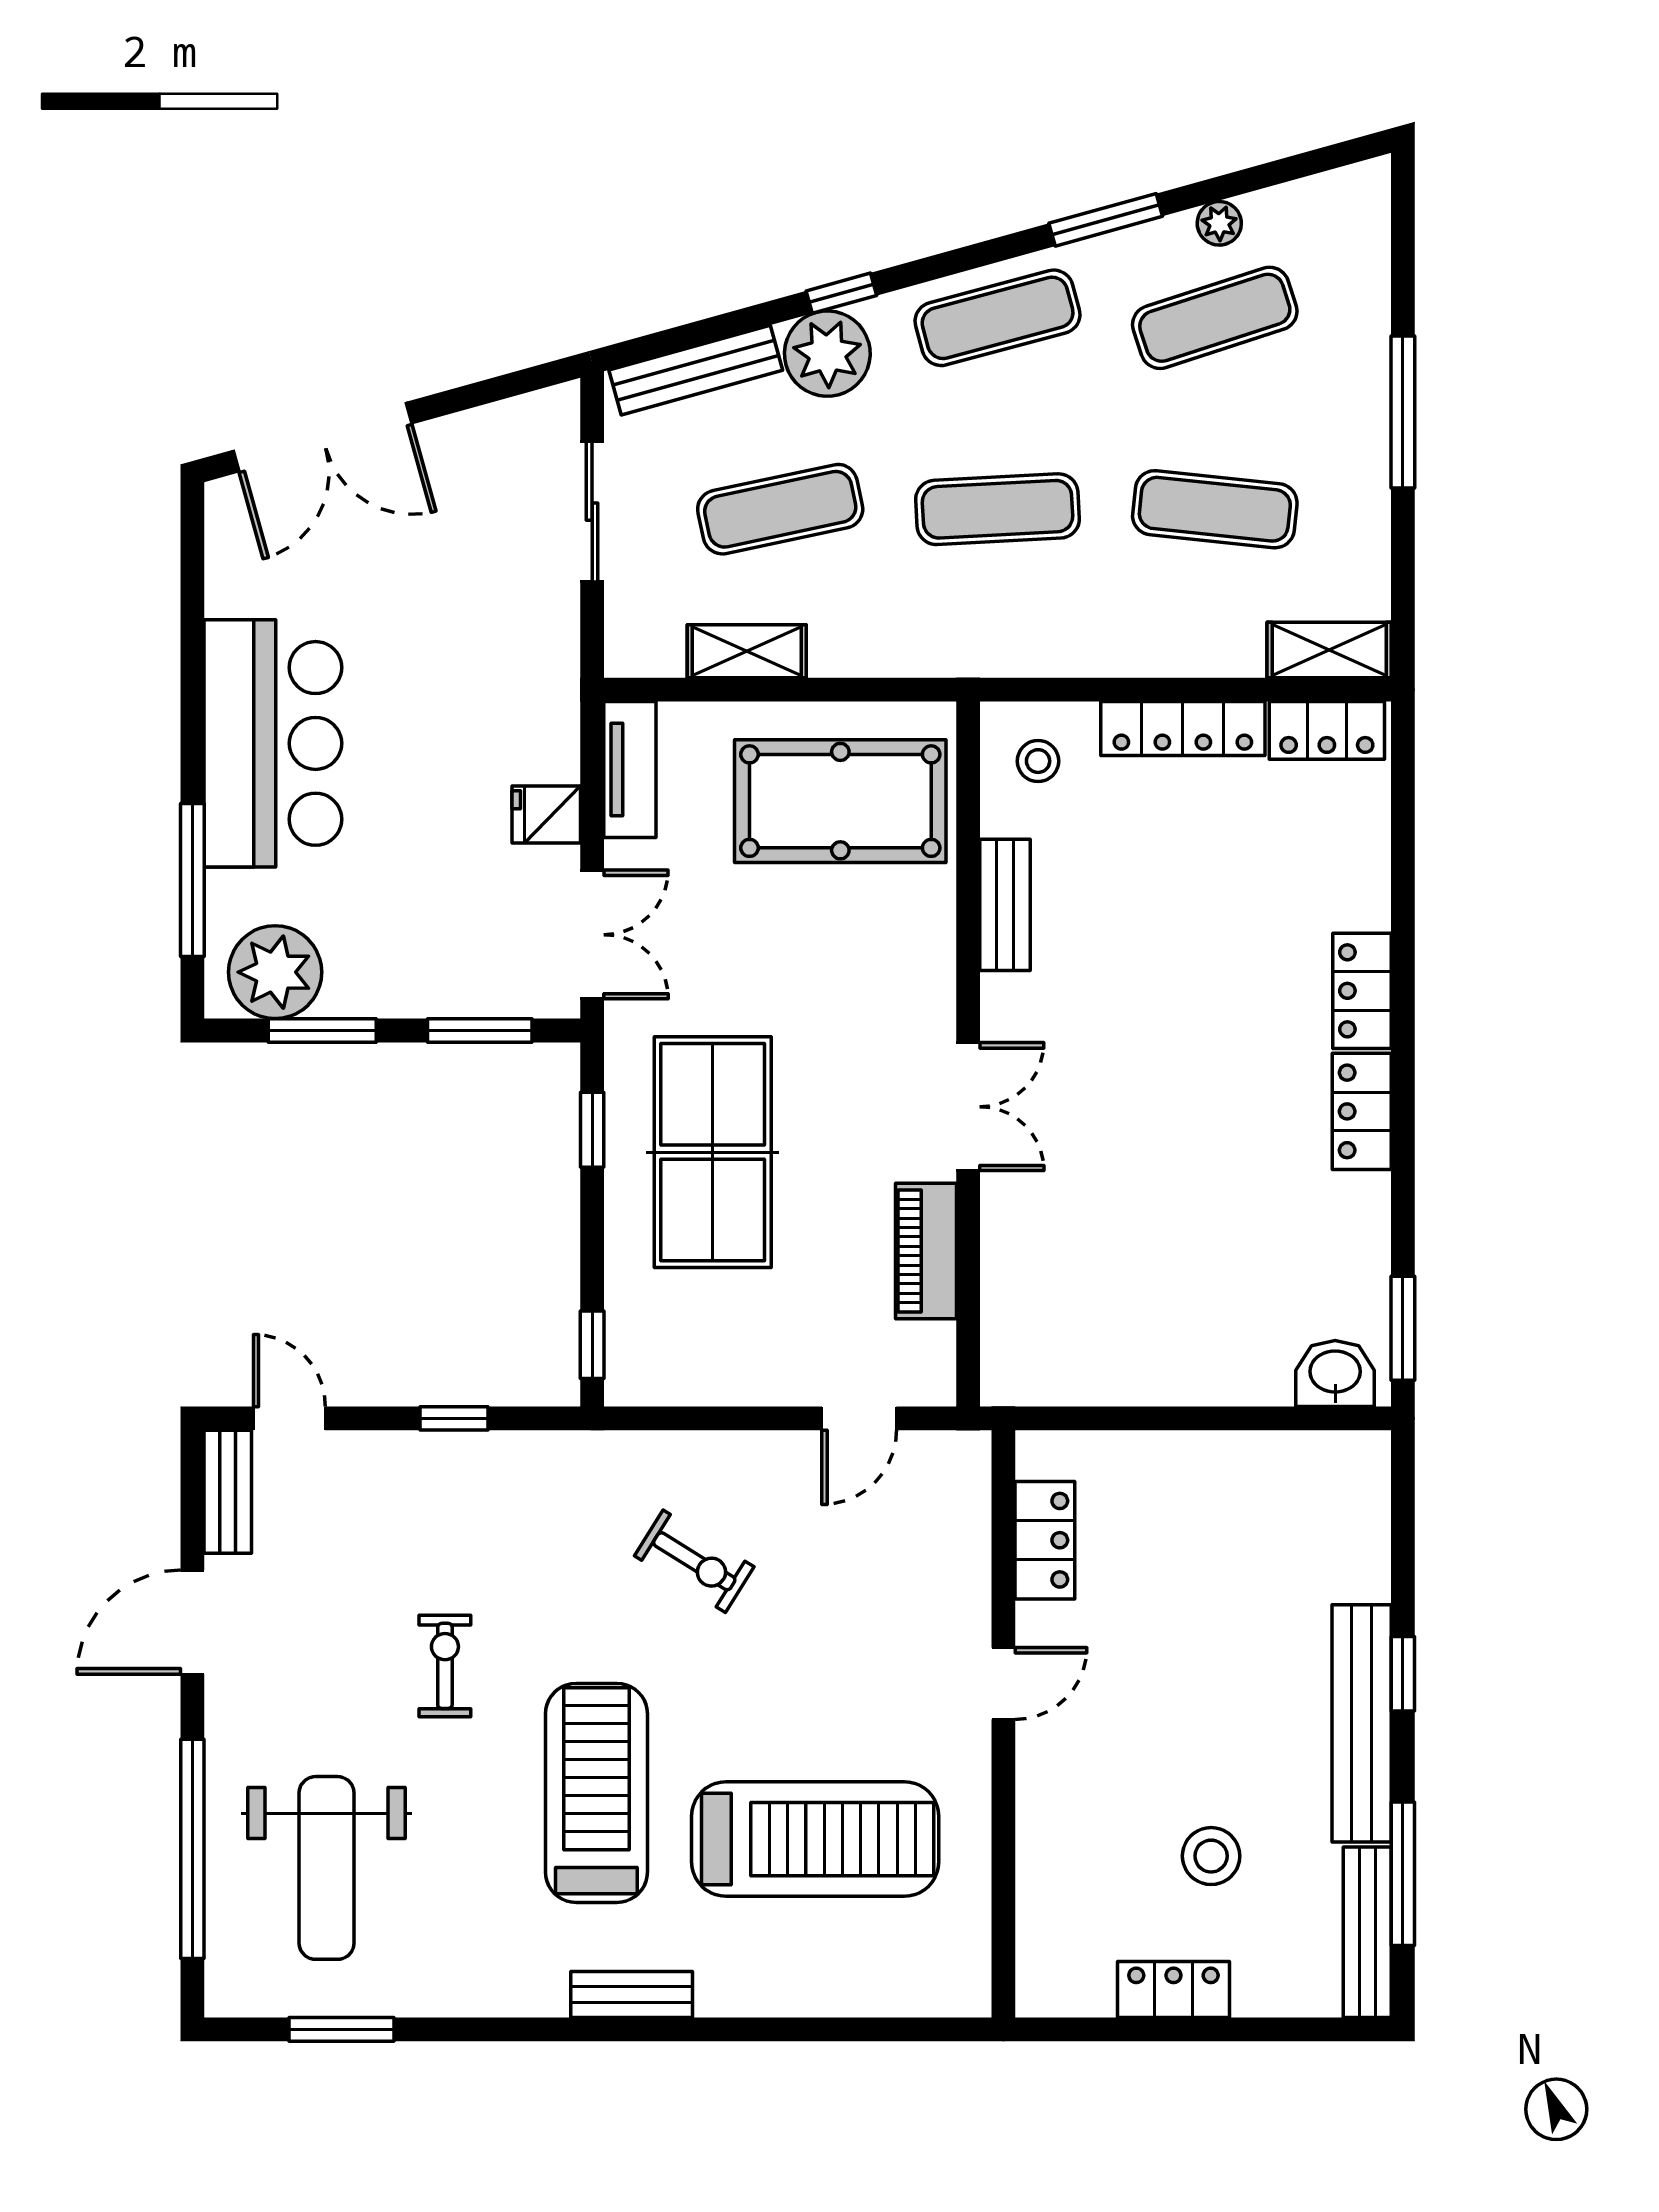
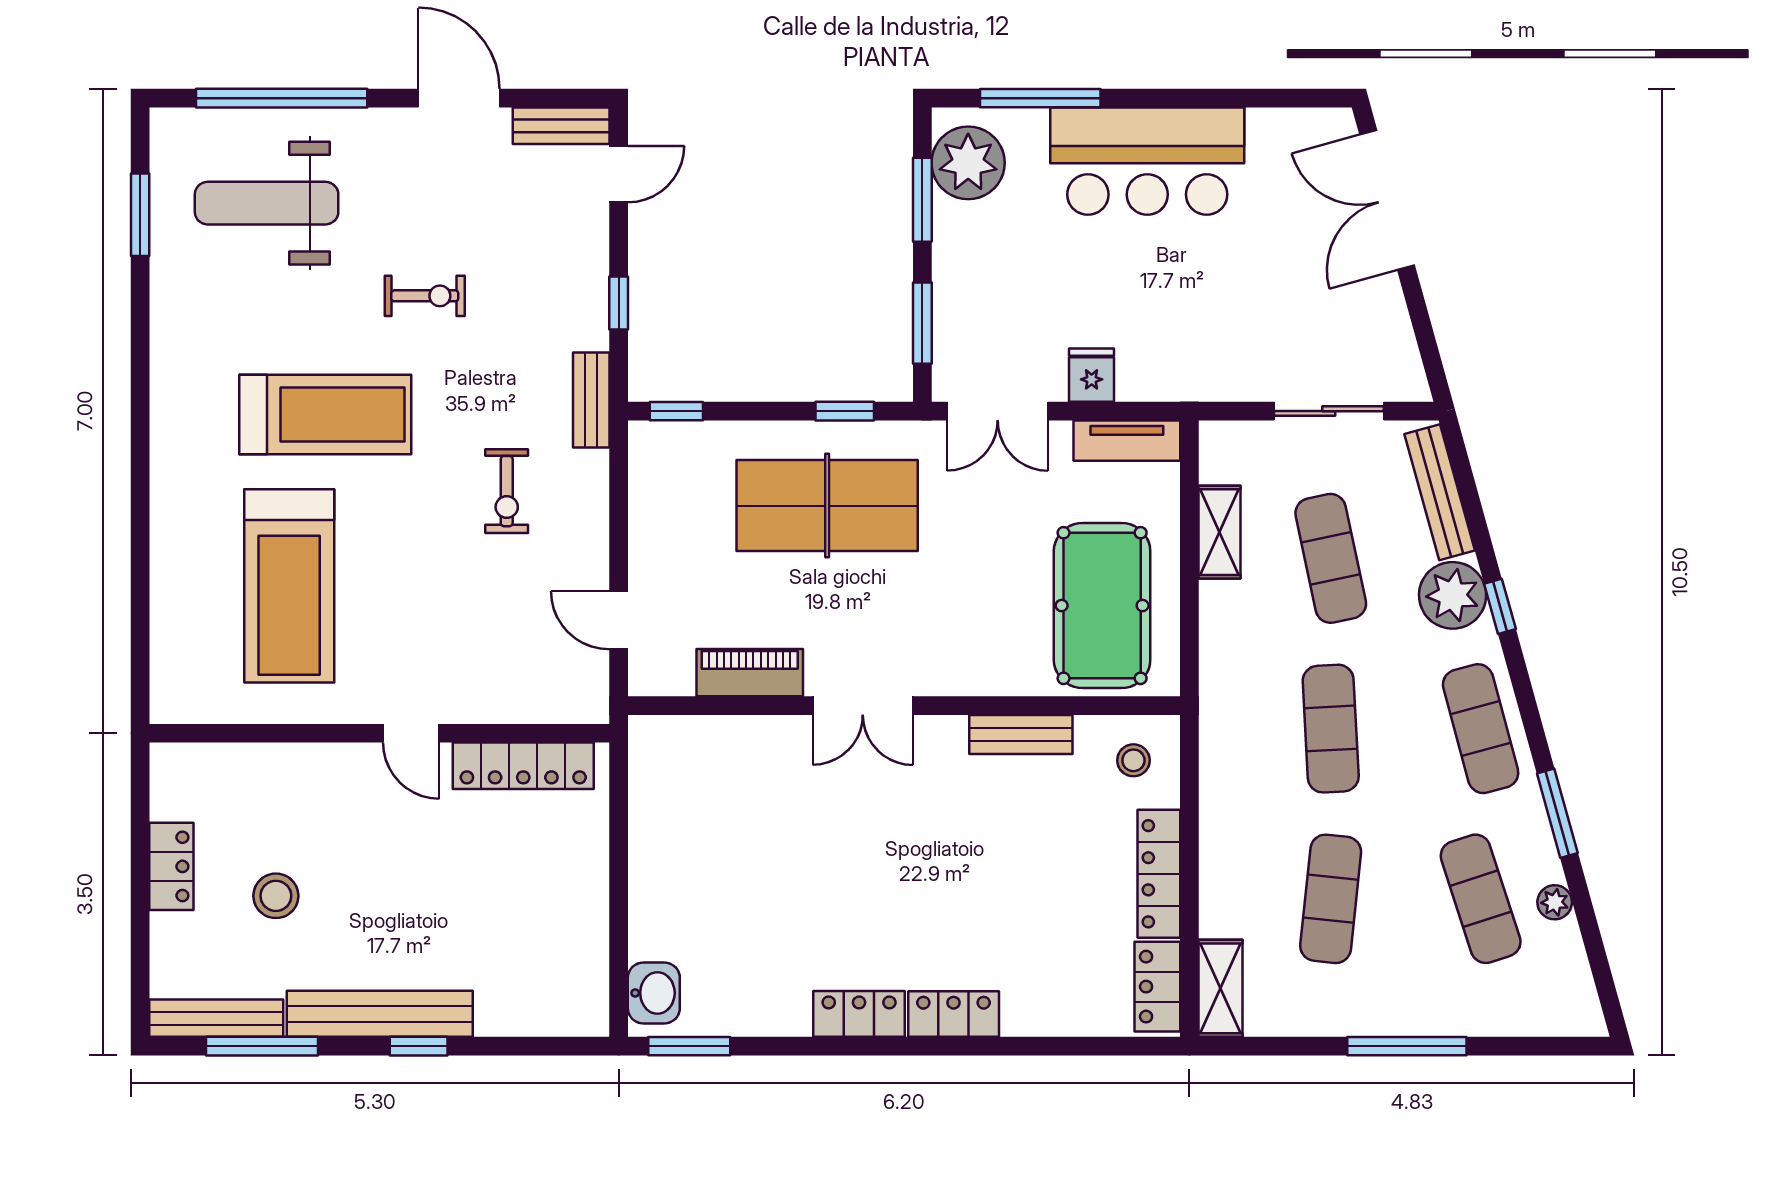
locker: (1045, 1540) -> (523, 766), width x1.53
exercise bike: (694, 1561) -> (507, 491), turned -32
bench: (632, 1995) -> (591, 400), moved

